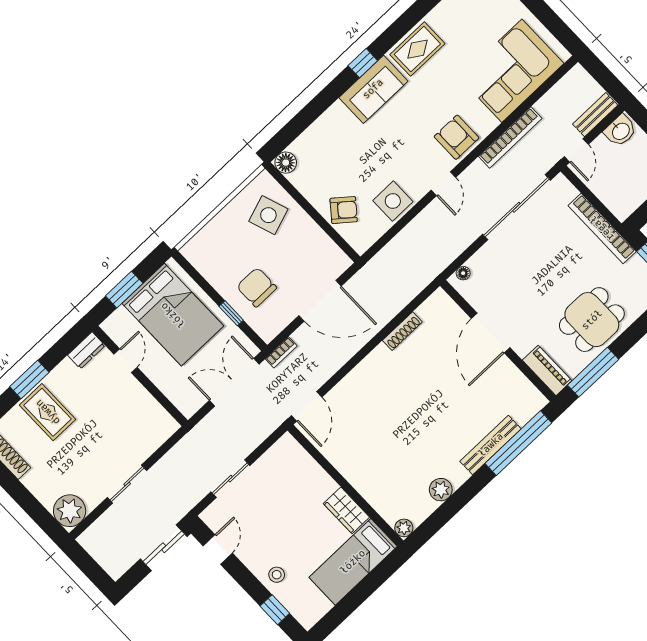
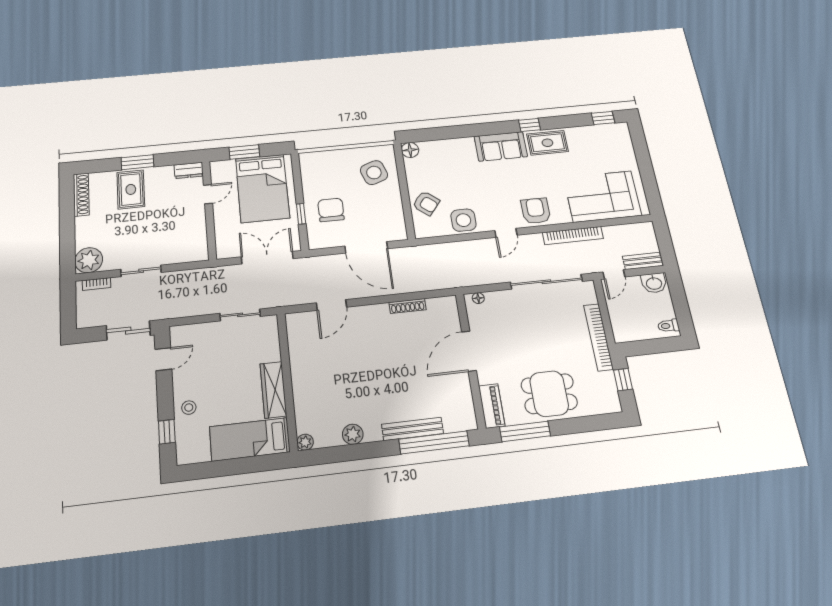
window: (363, 63) -> (530, 125), moved
bookcase: (281, 352) -> (97, 284), moved
door: (307, 406) -> (332, 305), moved
sliding door: (230, 479) -> (240, 315), moved
wardrobe: (346, 510) -> (273, 390), width x1.50

